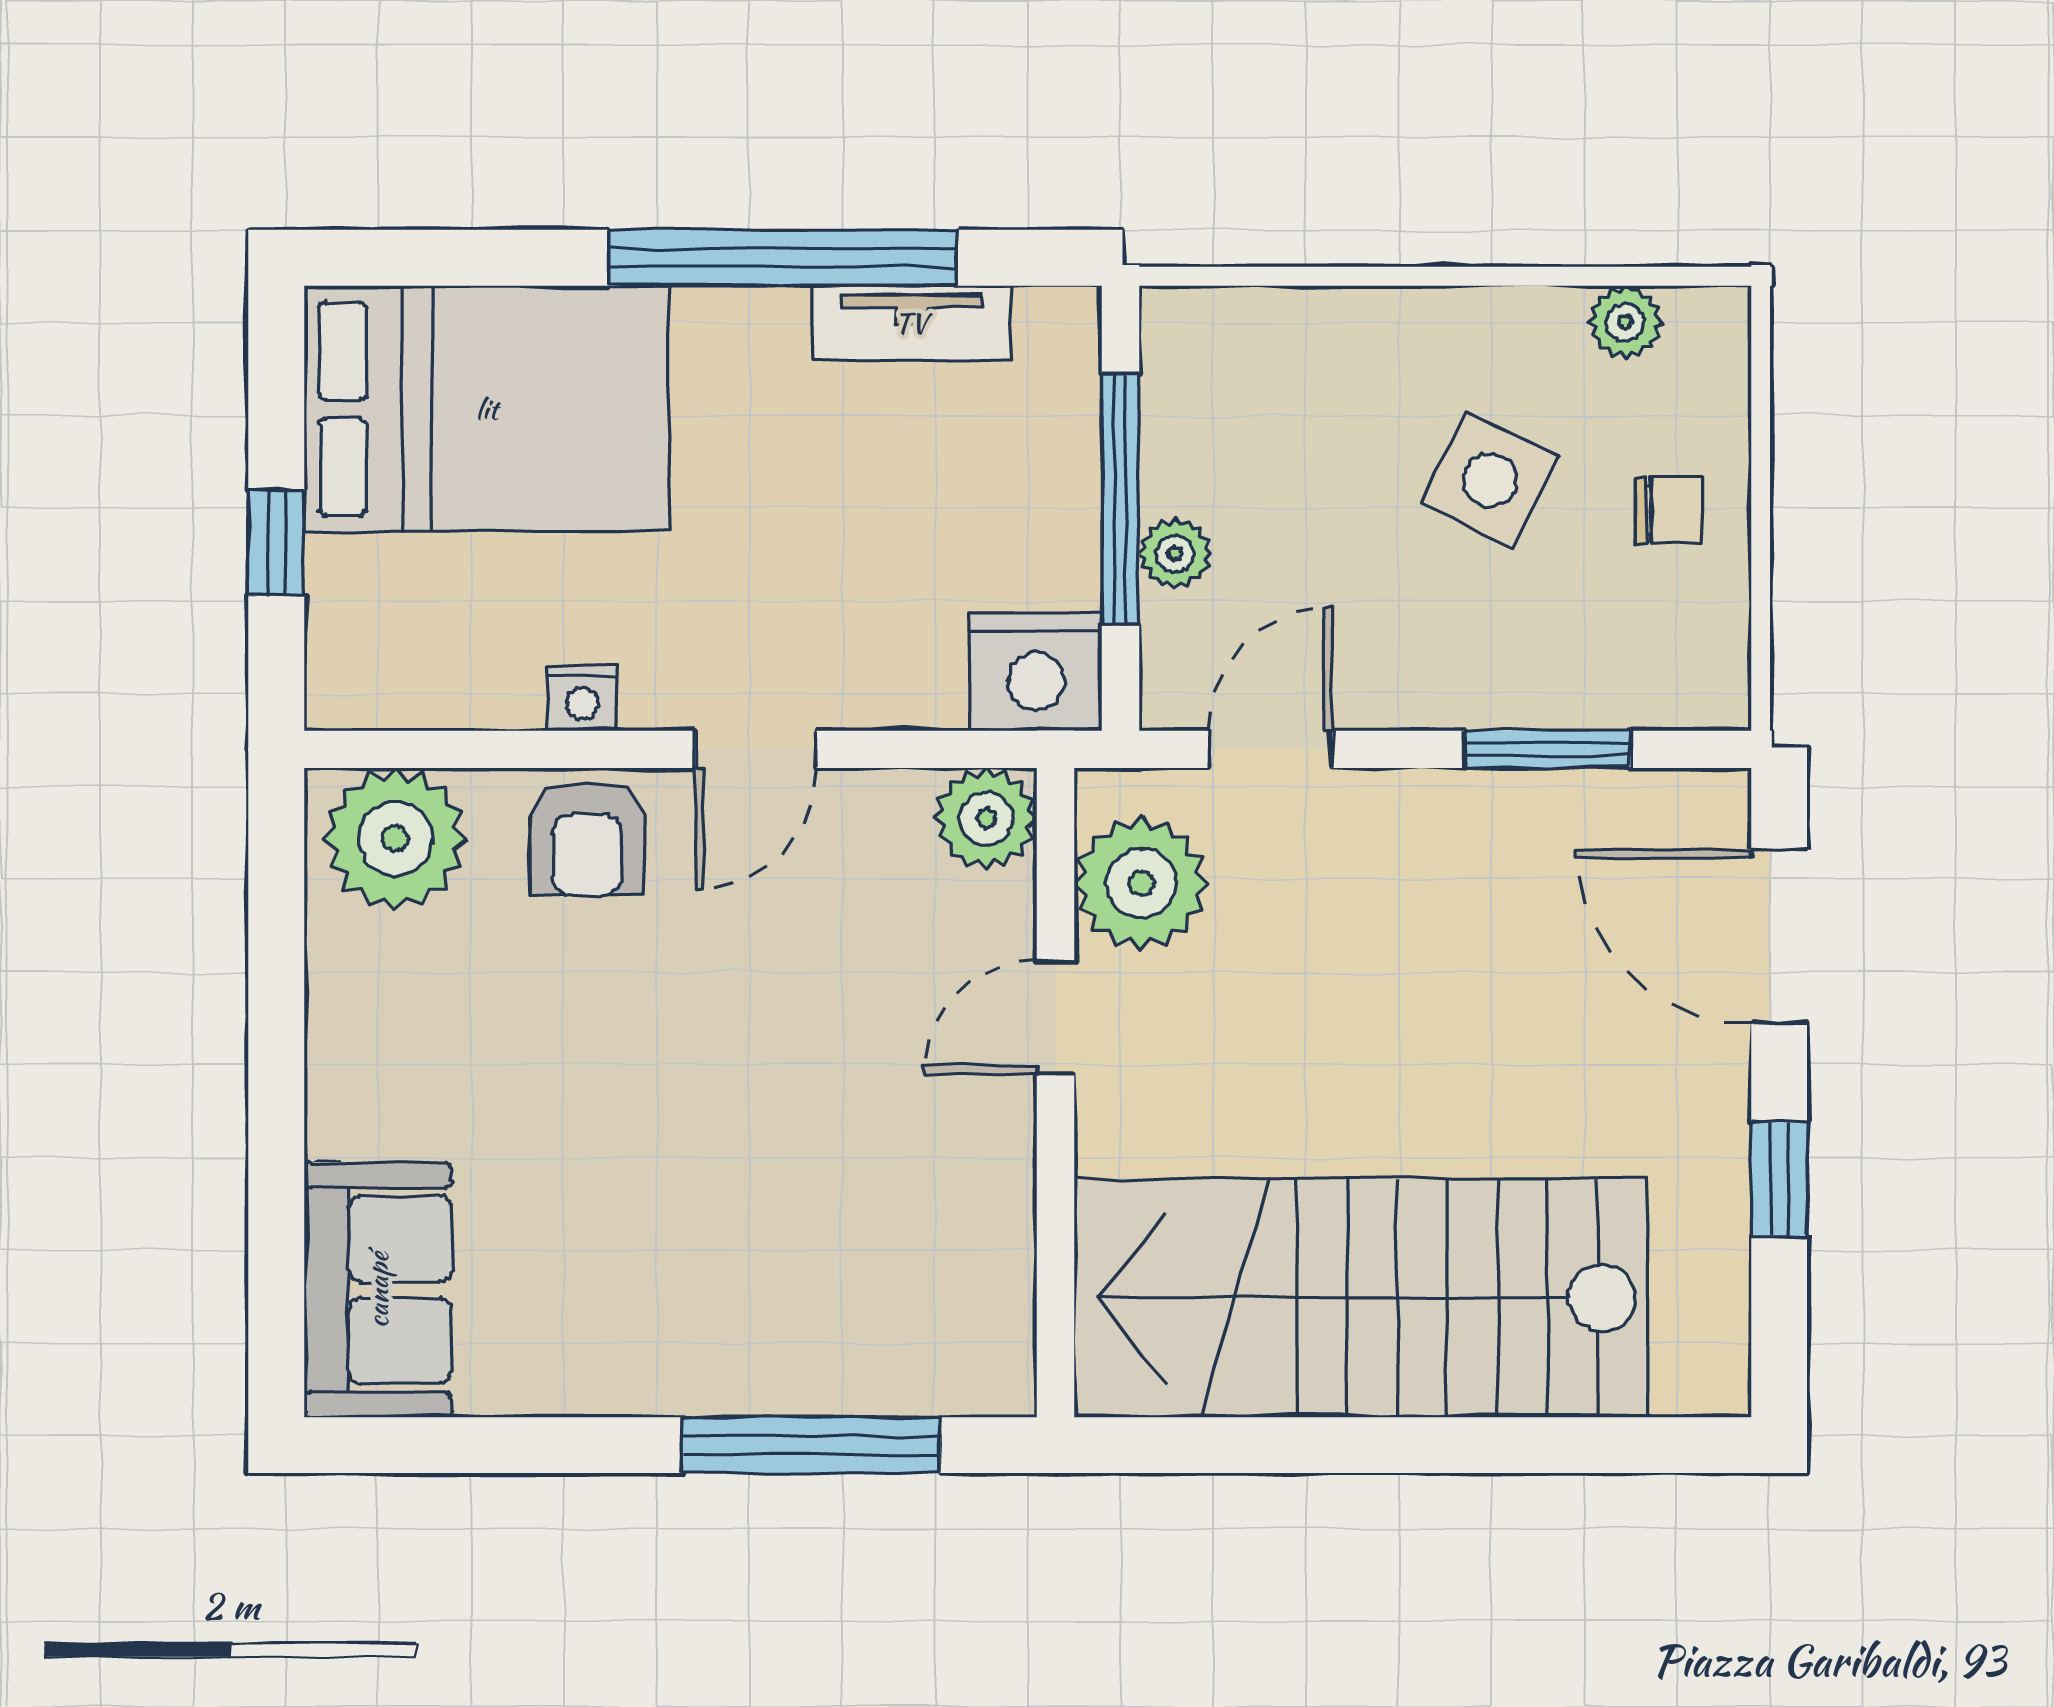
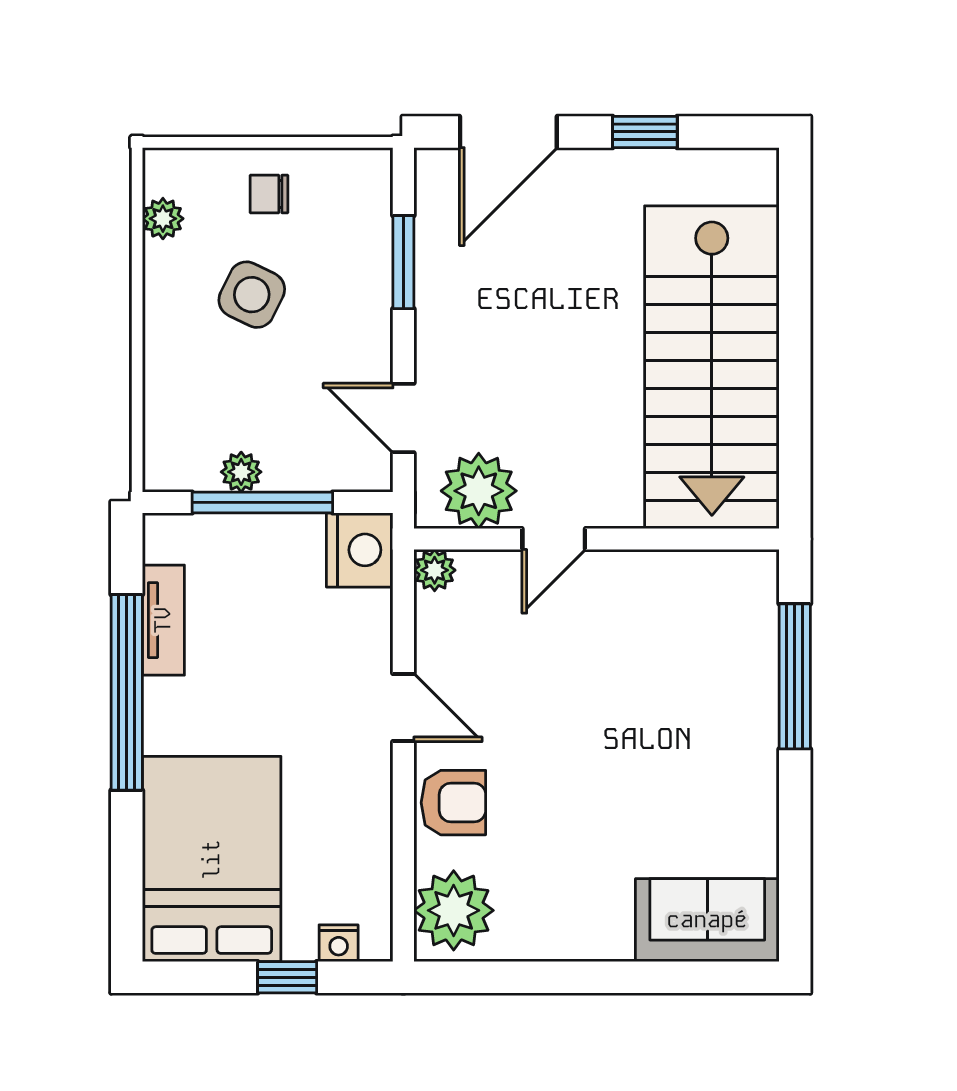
chair: (1669, 511) -> (269, 194), turned -90
plant: (1175, 553) -> (241, 472), moved
nightstand: (582, 698) -> (339, 943), moved, turned 90
plant: (986, 819) -> (435, 570), width x0.73, depth x0.73
door: (1056, 1017) -> (554, 539), hinge flipped

